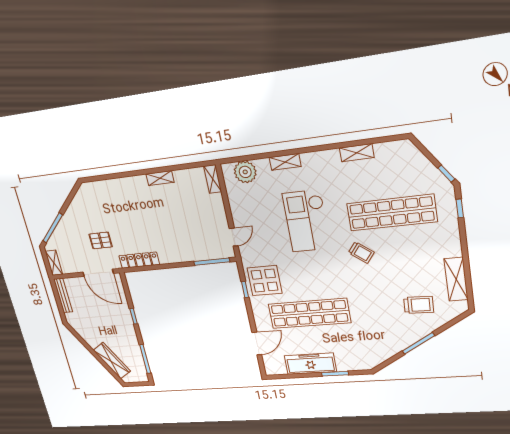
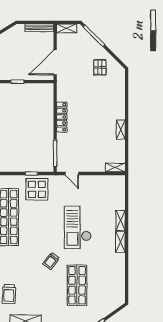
shelving: (357, 153) -> (120, 242), moved
plant: (245, 172) -> (117, 192), removed
shop shelf: (392, 213) -> (77, 285), width x0.71
checkout: (306, 221) -> (78, 227), turned -90
pallet: (101, 240) -> (100, 67), moved
locker: (139, 260) -> (62, 117), moved

